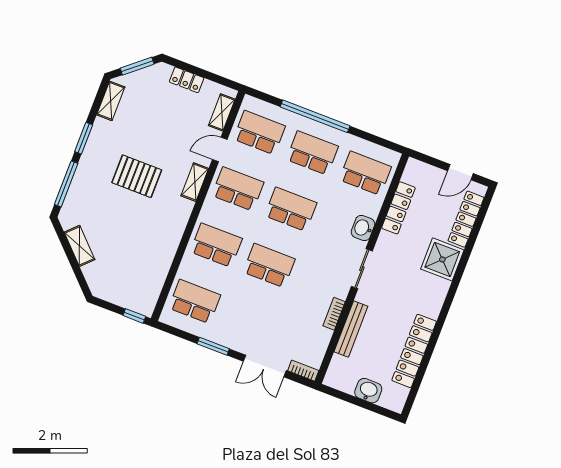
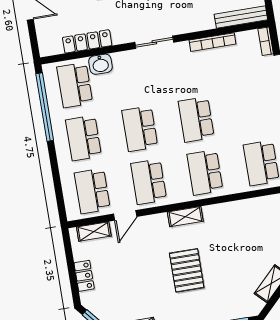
window: (315, 116) -> (45, 107), moved
door: (220, 150) -> (125, 215), hinge flipped
shelving: (195, 182) -> (185, 217), moved
washbasin: (363, 228) -> (100, 64), moved
bookcase: (334, 314) -> (213, 42), width x1.56
bench: (351, 329) -> (241, 17), moved

